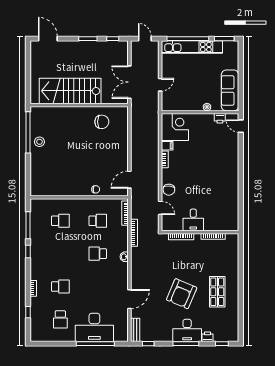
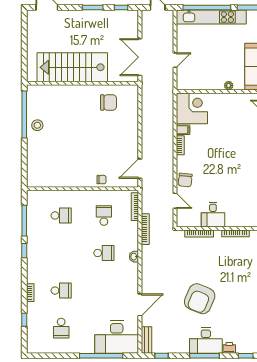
printer: (220, 118) -> (243, 98), removed
school desk: (98, 221) -> (104, 215), turned -90
school desk: (98, 254) -> (104, 253), turned 180
shop shelf: (217, 292) -> (240, 297), removed
desk: (94, 327) -> (117, 337), moved

